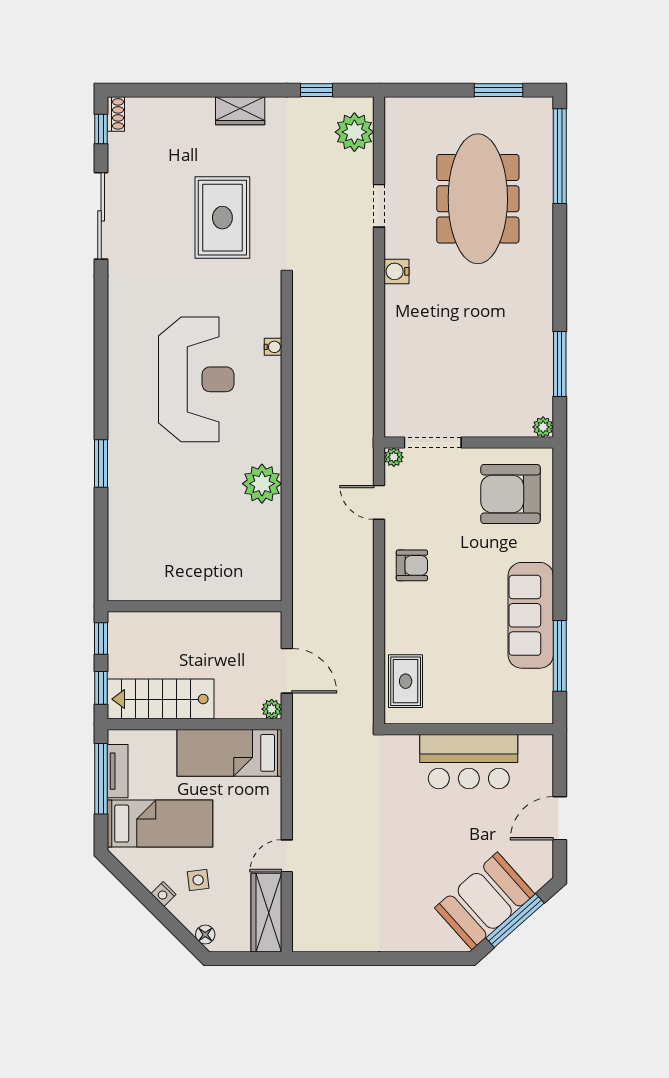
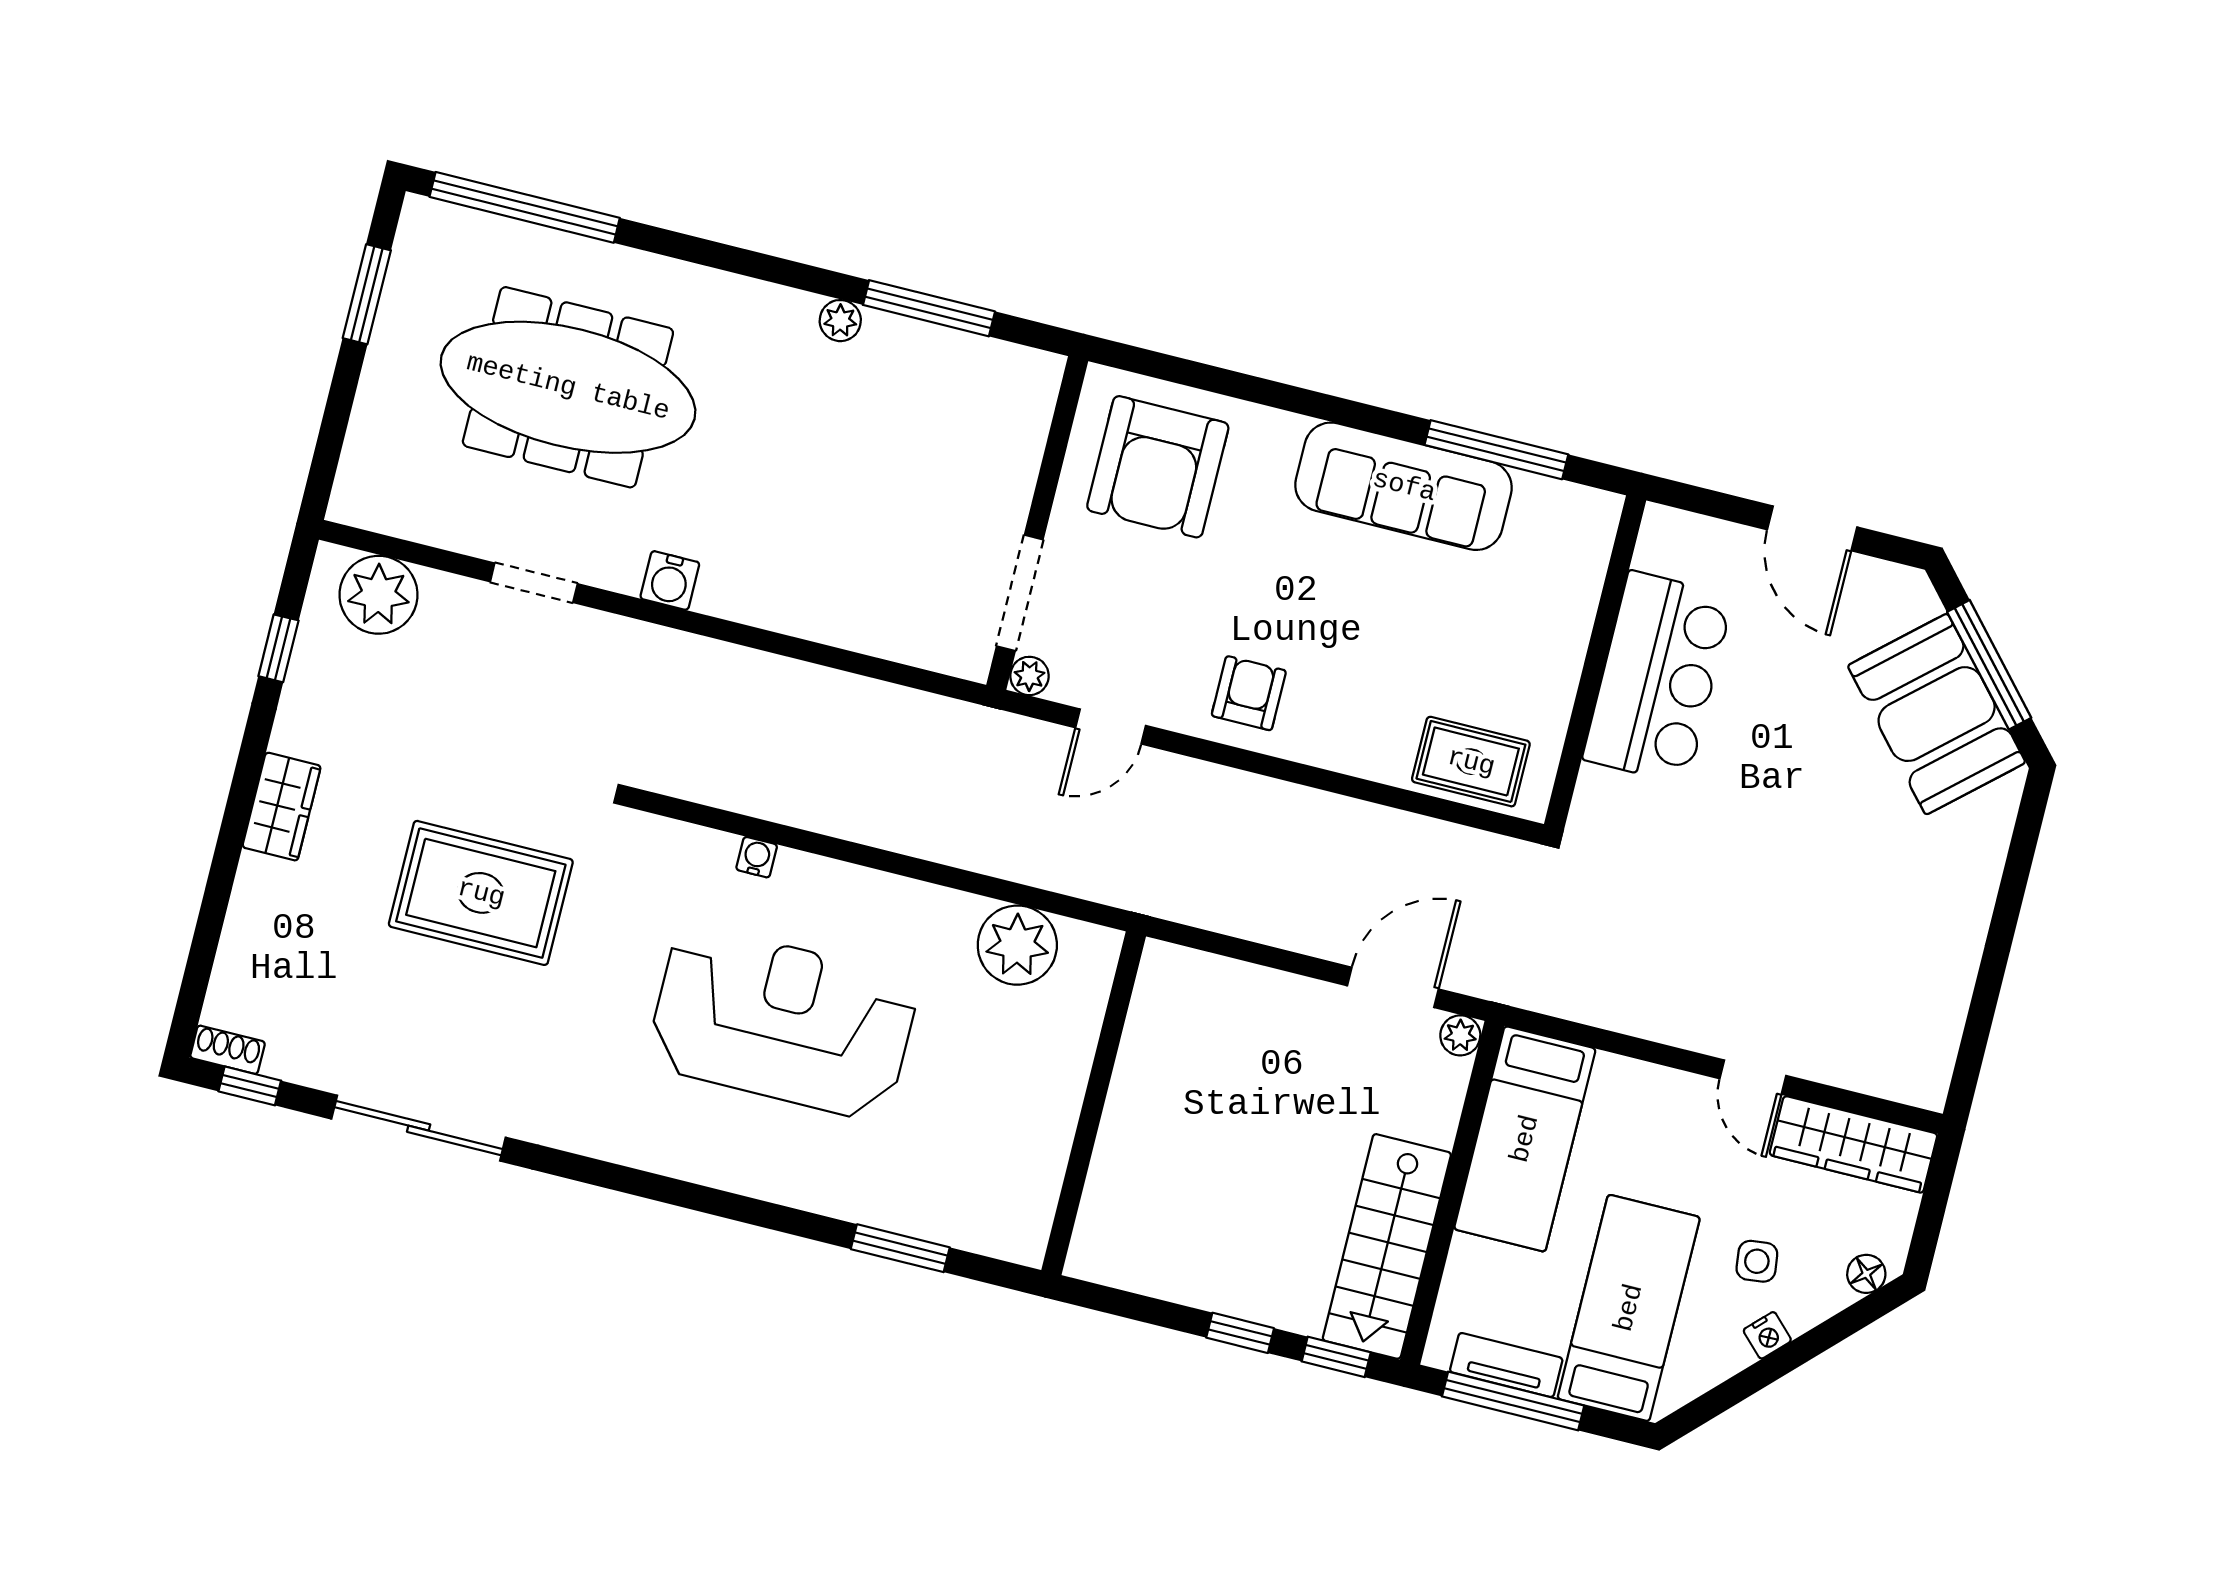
plant: (543, 427) -> (840, 321), moved
wall: (195, 606) -> (1094, 1103), moved

